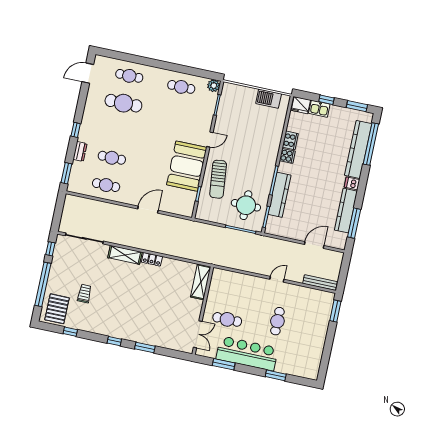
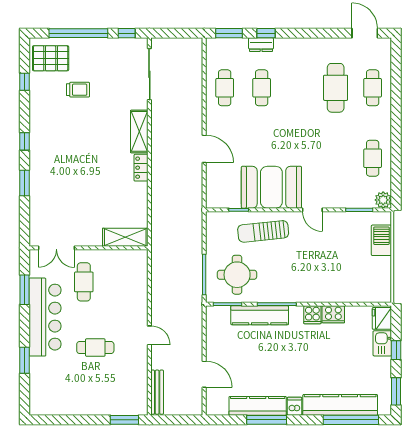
barbecue: (269, 99) -> (381, 240), moved
window: (76, 130) -> (266, 33), moved
window: (354, 223) -> (267, 420), moved

